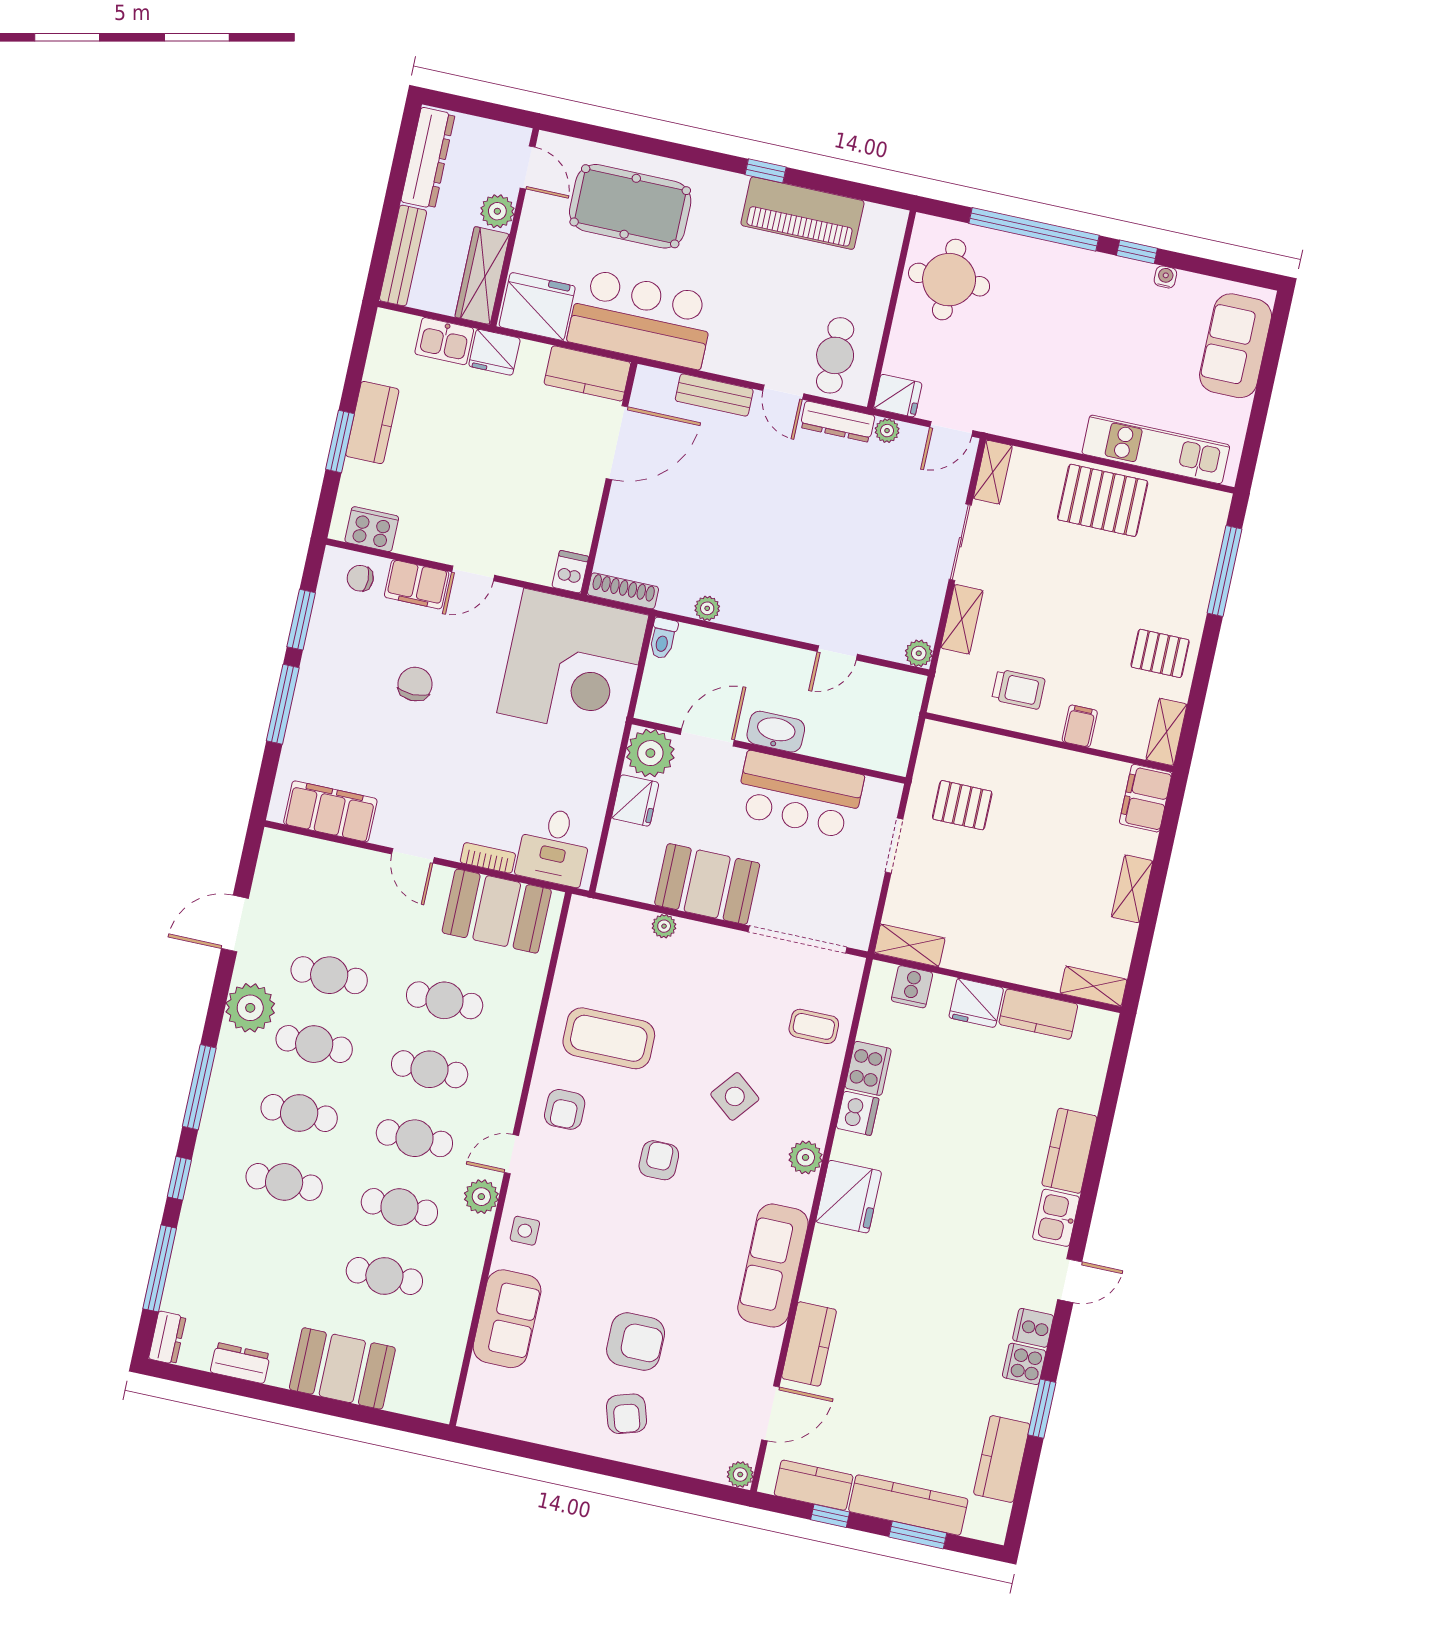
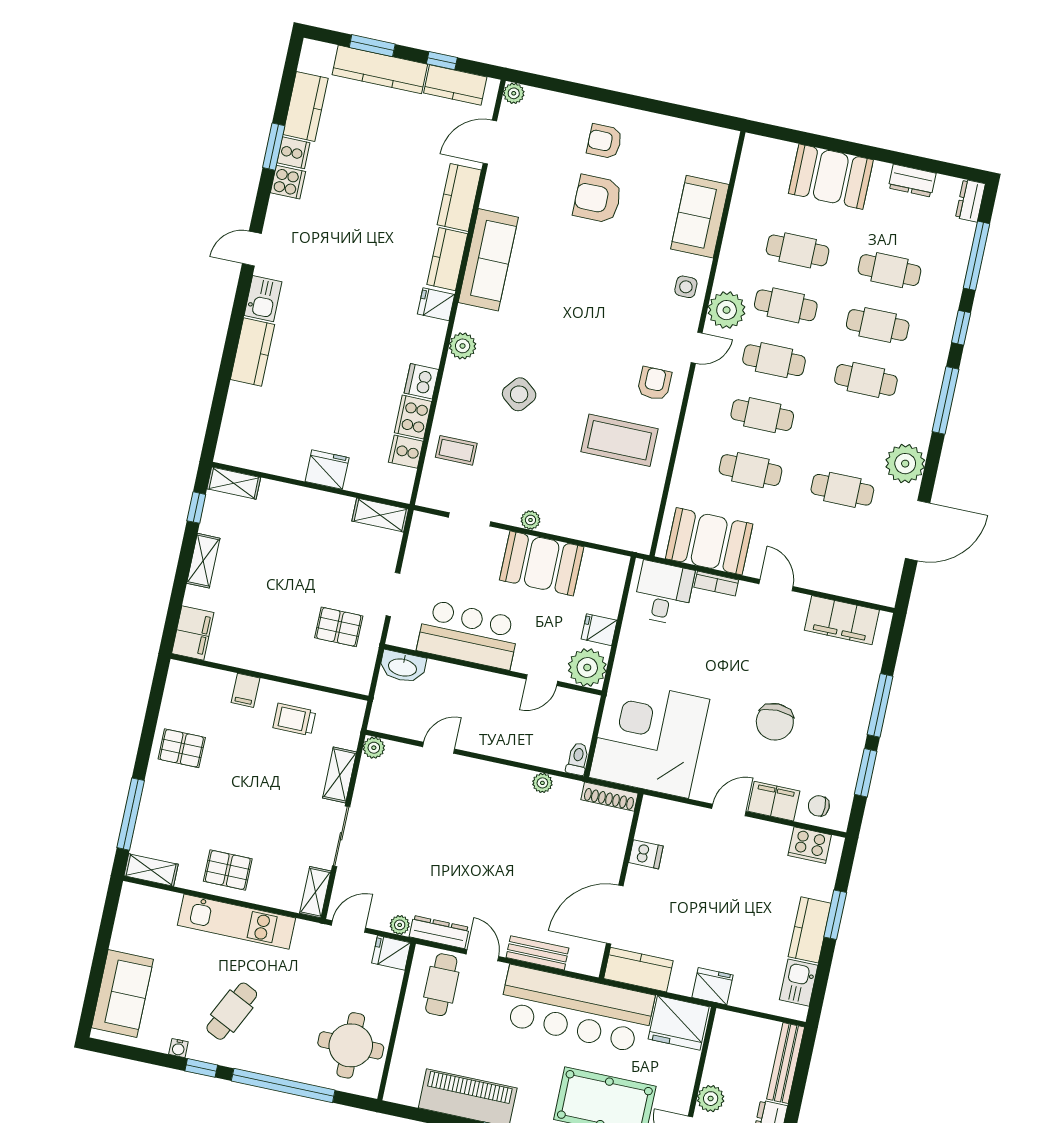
wardrobe: (482, 276) -> (722, 1047), removed
bar counter: (641, 319) -> (576, 1009), width x1.36
cafe table: (1098, 323) -> (232, 1011), added
kitchen sink: (444, 341) -> (799, 983), moved, turned -90
kitchen unit: (1156, 449) -> (236, 922), moved
pallet: (1103, 500) -> (228, 870), width x0.67, depth x0.71
dishwasher: (570, 572) -> (646, 854), moved, turned -90
chair: (360, 578) -> (819, 806), turned 180
chair: (415, 684) -> (775, 722), width x1.37, depth x1.37
washbasin: (776, 732) -> (403, 667), moved
shelving: (1166, 732) -> (151, 870), moved, turned 90
door: (707, 737) -> (542, 680), width x0.73
fridge: (635, 800) -> (599, 630), width x0.72
door: (235, 924) -> (918, 531), width x1.36
plant: (664, 926) -> (530, 520), moved
doorway: (797, 940) -> (470, 519), width x0.53
window: (1141, 956) -> (196, 508), added
cooker: (912, 987) -> (406, 452), moved, turned -90
kitchen counter: (1038, 1014) -> (447, 259), moved, turned -90
cafe table: (314, 1044) -> (889, 270), moved
armchair: (659, 1160) -> (579, 343), removed
plant: (481, 1197) -> (727, 310), width x1.36, depth x1.36
fridge: (849, 1197) -> (436, 304), width x0.53, depth x0.75
cooker: (1033, 1328) -> (293, 153), moved
armchair: (626, 1414) -> (604, 141), turned -73

